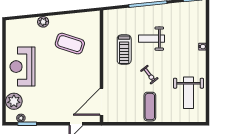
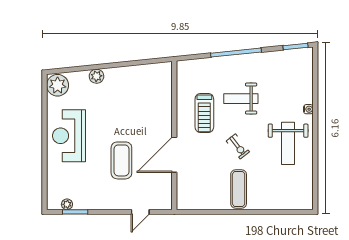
coffee table: (70, 44) -> (121, 160), moved, turned 72
weight bench: (188, 93) -> (288, 143), moved
plant: (14, 101) -> (58, 85), moved
door: (102, 102) -> (174, 155), moved

